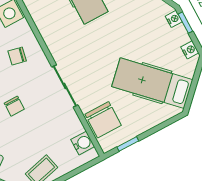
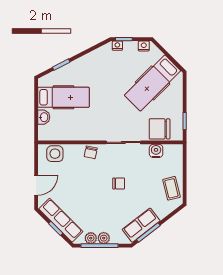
chair: (17, 56) -> (91, 152), moved
chair: (103, 120) -> (160, 129), turned 180
water cooler: (83, 143) -> (156, 151), moved

